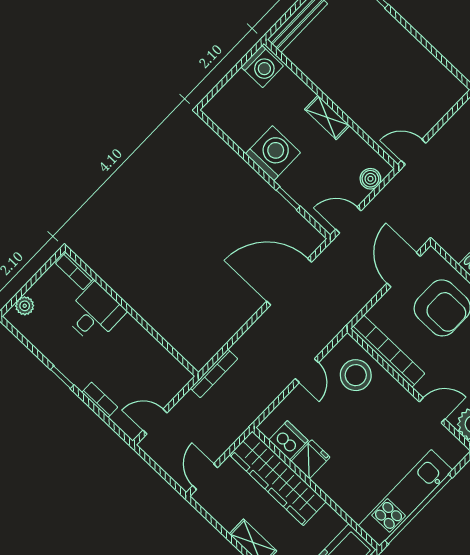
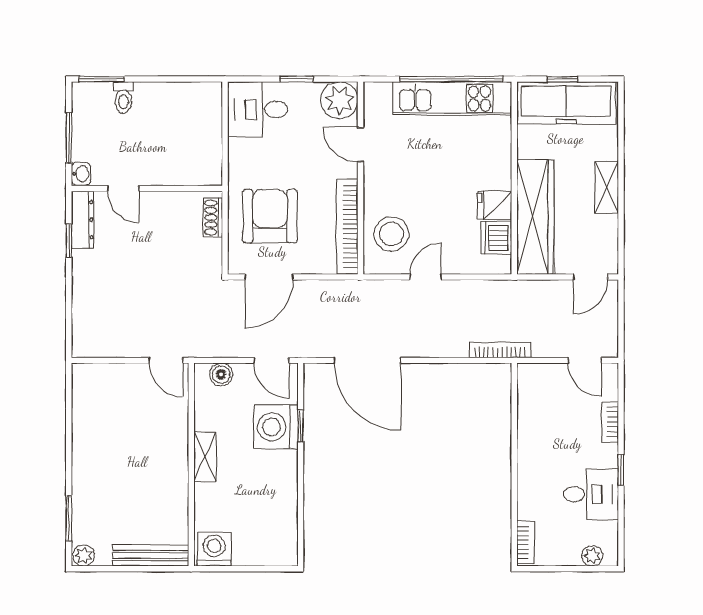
washing machine: (273, 153) -> (276, 427), moved
desk: (95, 313) -> (591, 494), moved, turned 180

